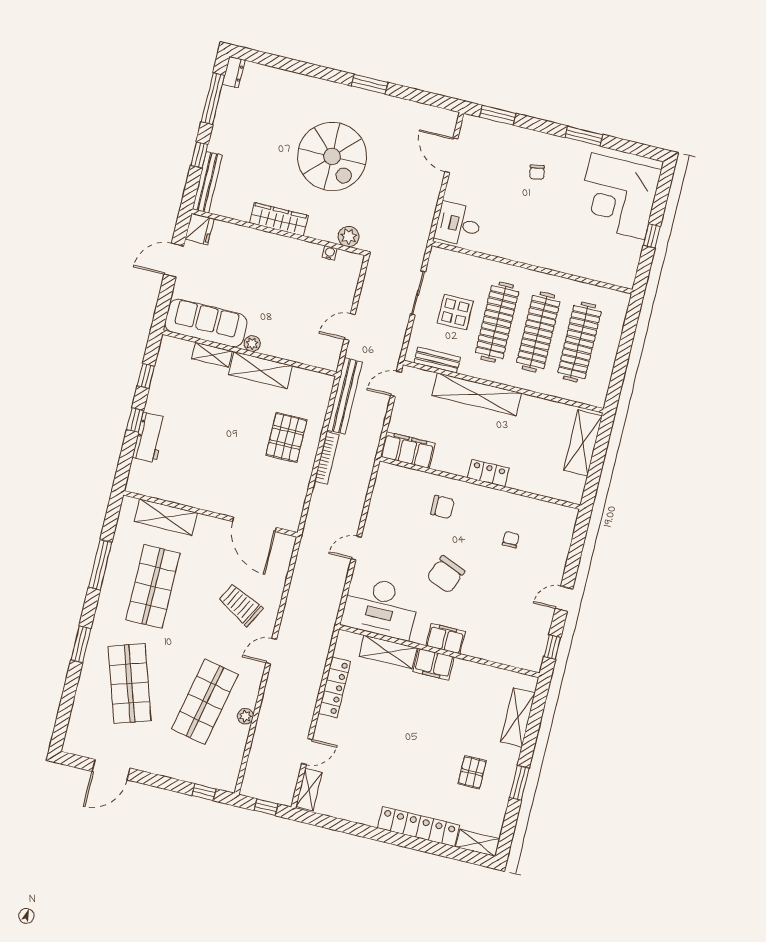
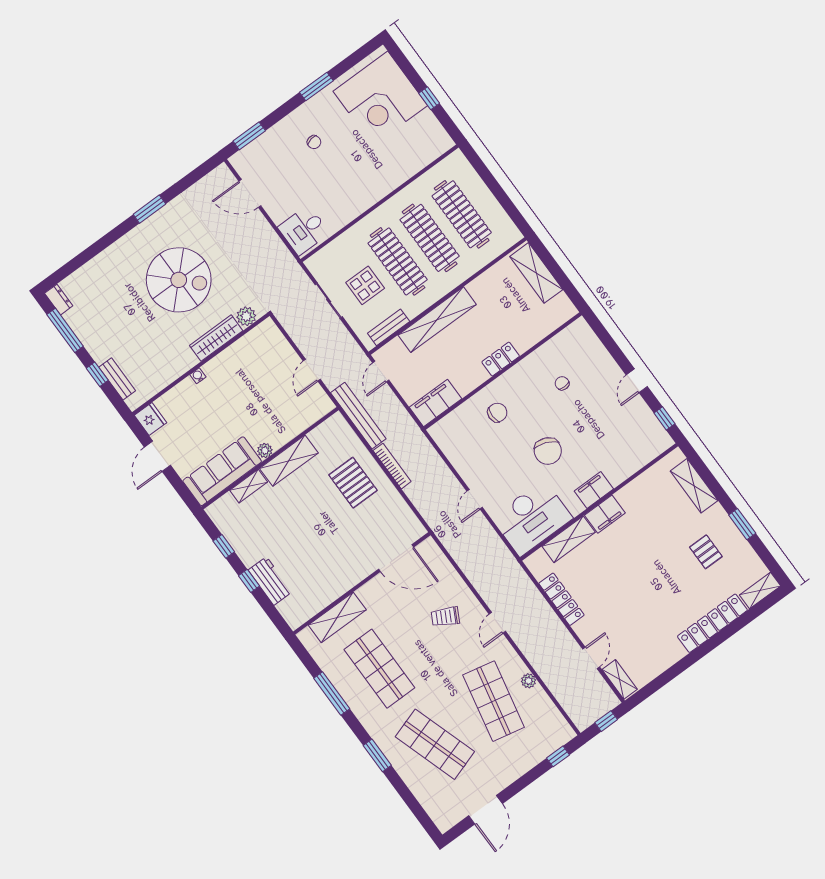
bench: (207, 182) -> (117, 379), width x0.73
wardrobe: (279, 219) -> (216, 338), moved
water cooler: (330, 253) -> (198, 376), moved
trolley: (241, 605) -> (445, 617), width x0.73, depth x0.72

